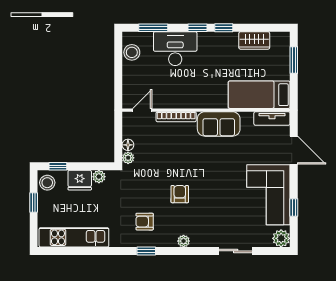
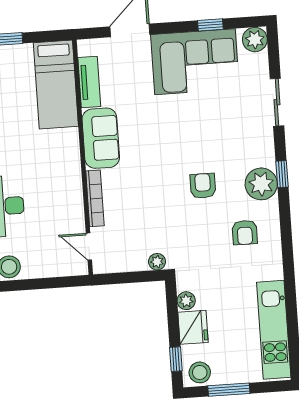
tv unit: (272, 119) -> (89, 82), moved
floor lamp: (128, 145) -> (139, 263), removed
armchair: (180, 194) -> (203, 186), turned 90
window: (34, 202) -> (229, 390), width x1.50
plant: (184, 241) -> (261, 184), width x1.87, depth x1.87
window: (146, 251) -> (282, 174), moved

